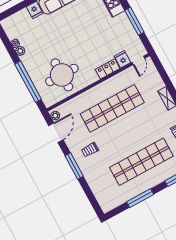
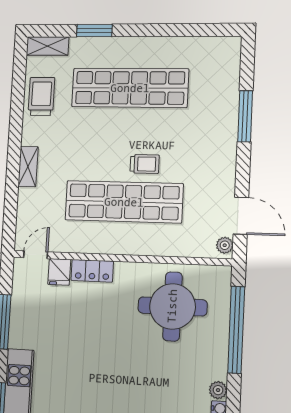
door: (56, 133) -> (241, 216), swing flipped
trolley: (90, 150) -> (145, 164), moved
window: (74, 166) -> (245, 116), moved
window: (140, 198) -> (167, 30), removed

